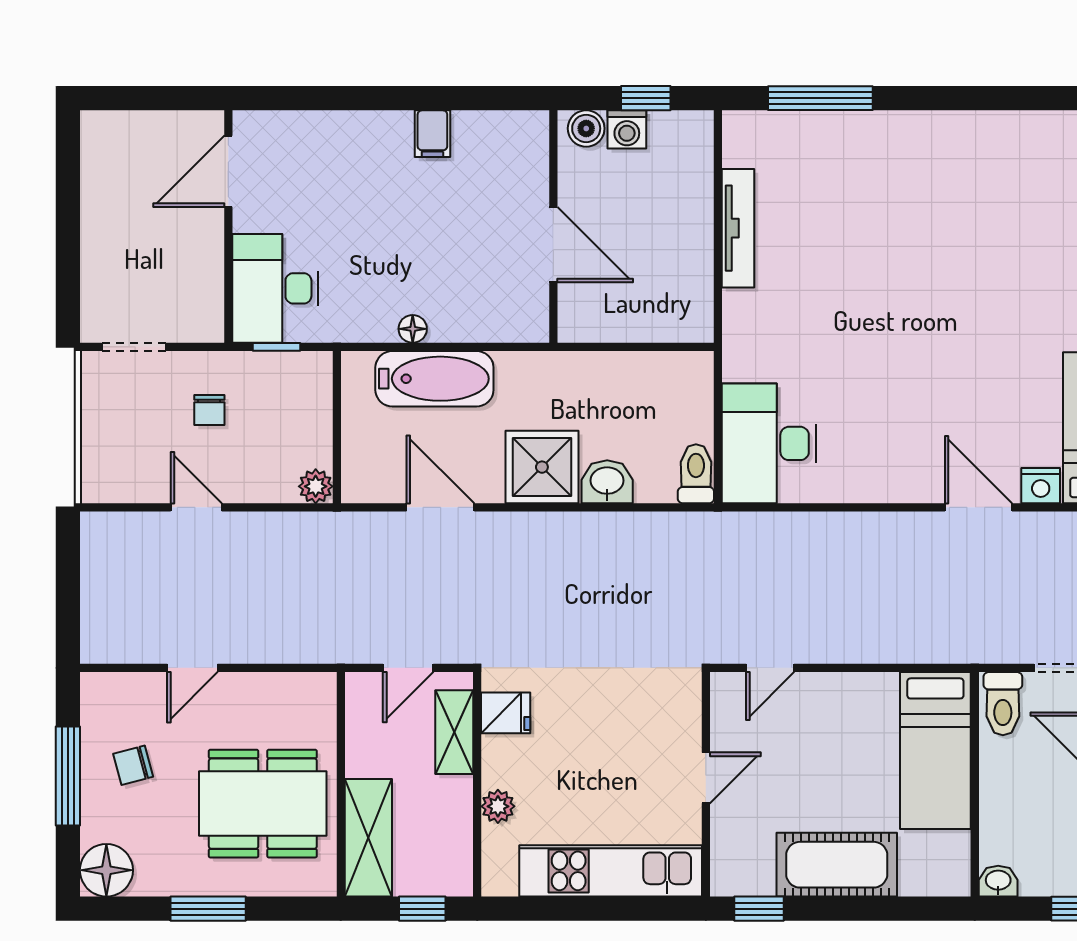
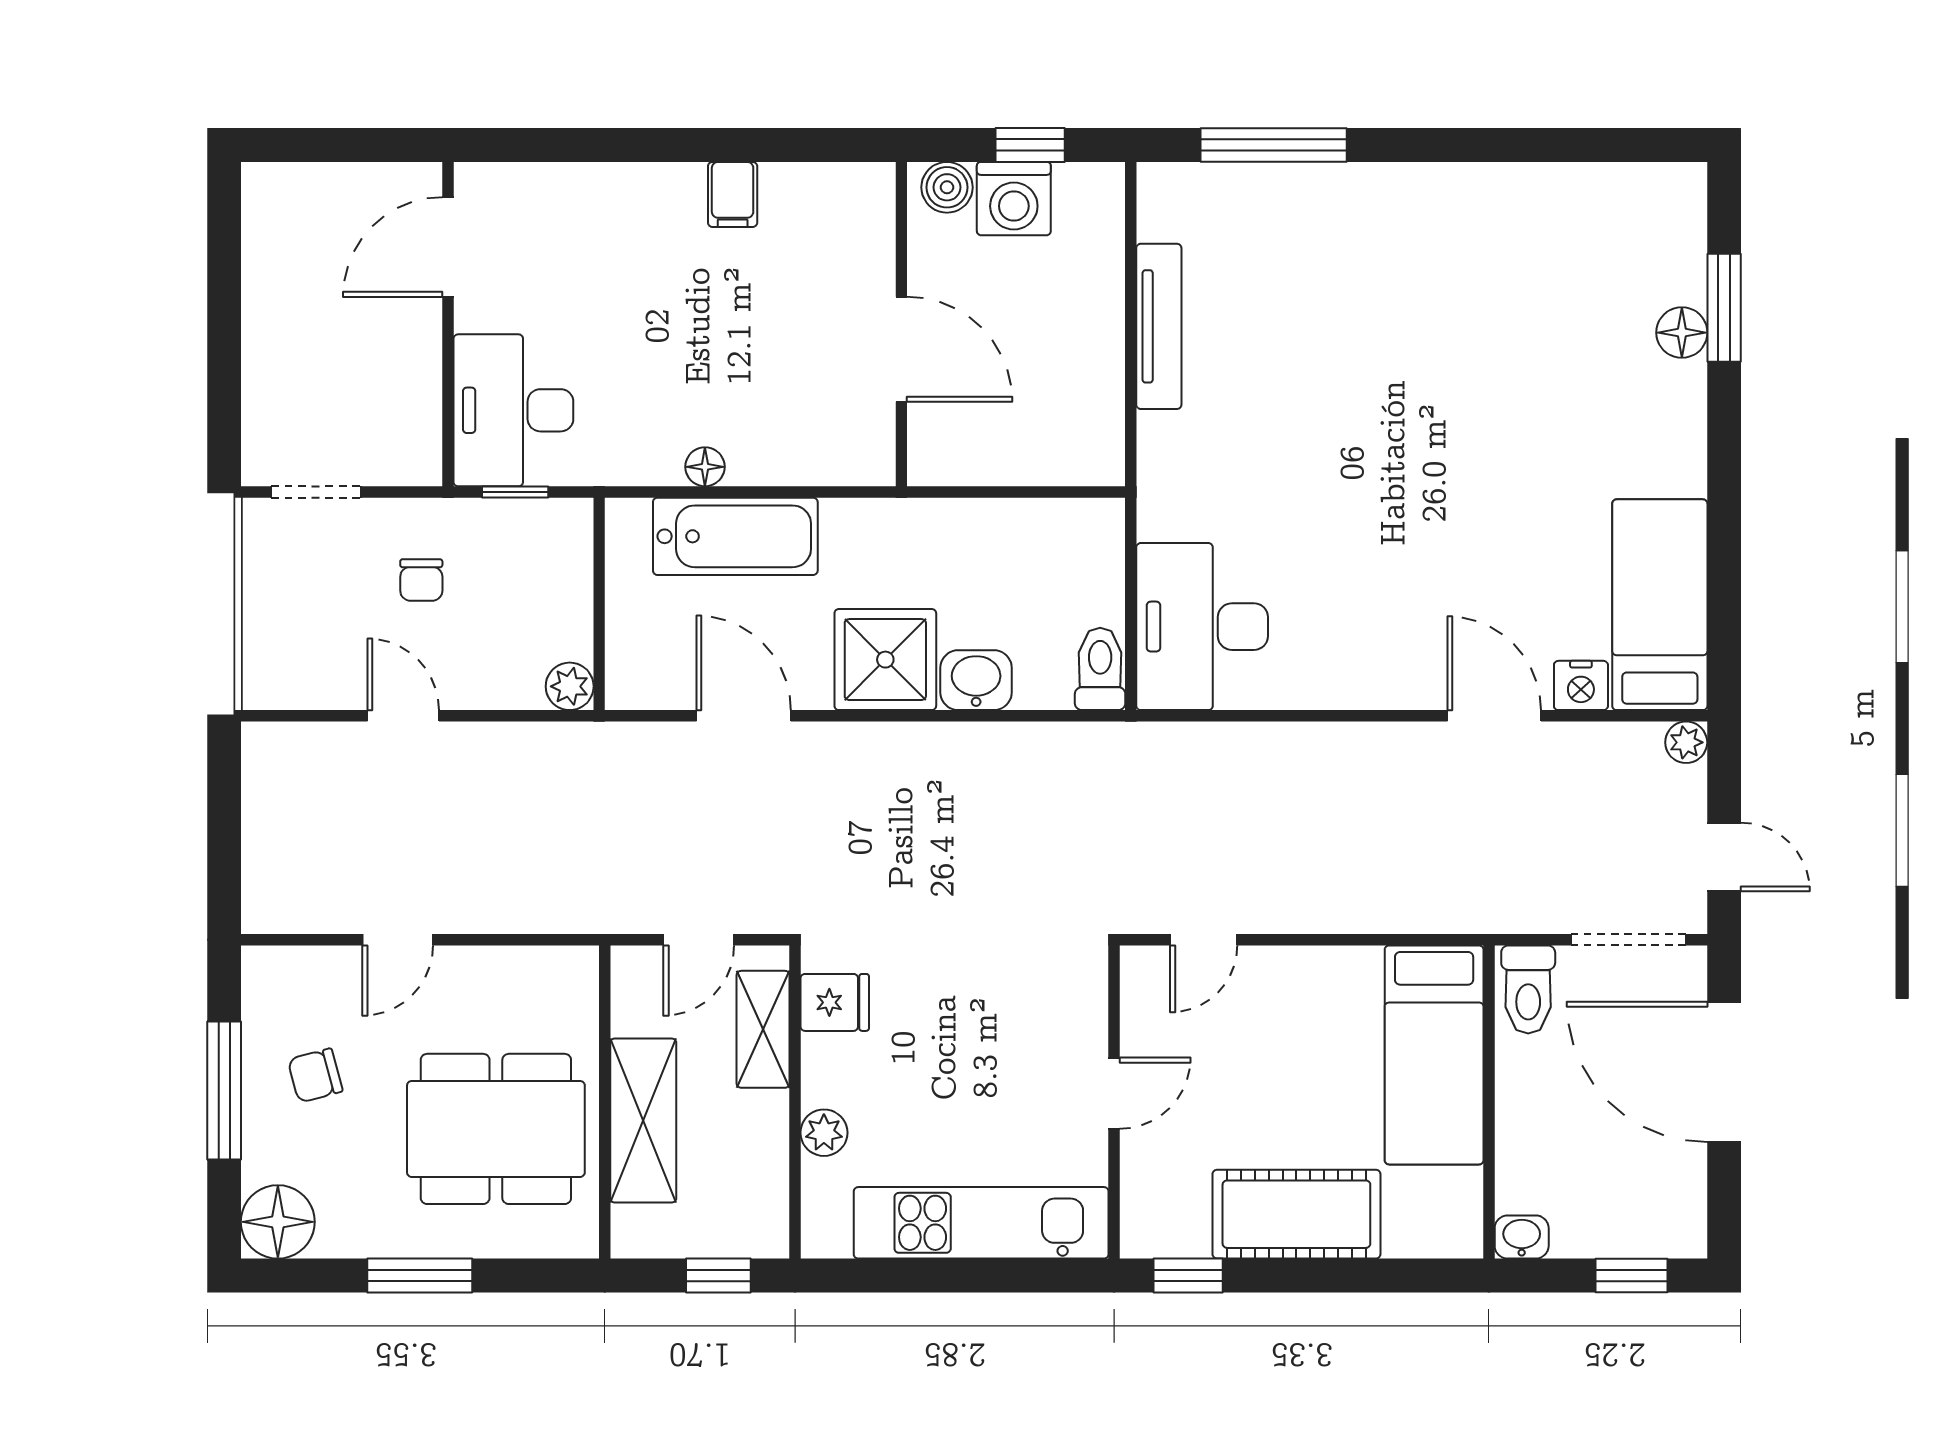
washing machine: (627, 129) -> (1014, 199), width x1.38, depth x1.38
shelving: (368, 838) -> (643, 1121), moved

